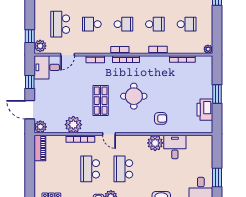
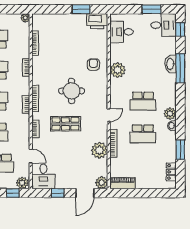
window: (217, 94) -> (81, 9), moved
shop shelf: (101, 101) -> (65, 124), moved
printer: (205, 110) -> (97, 21), moved
desk: (175, 147) -> (121, 32), moved

